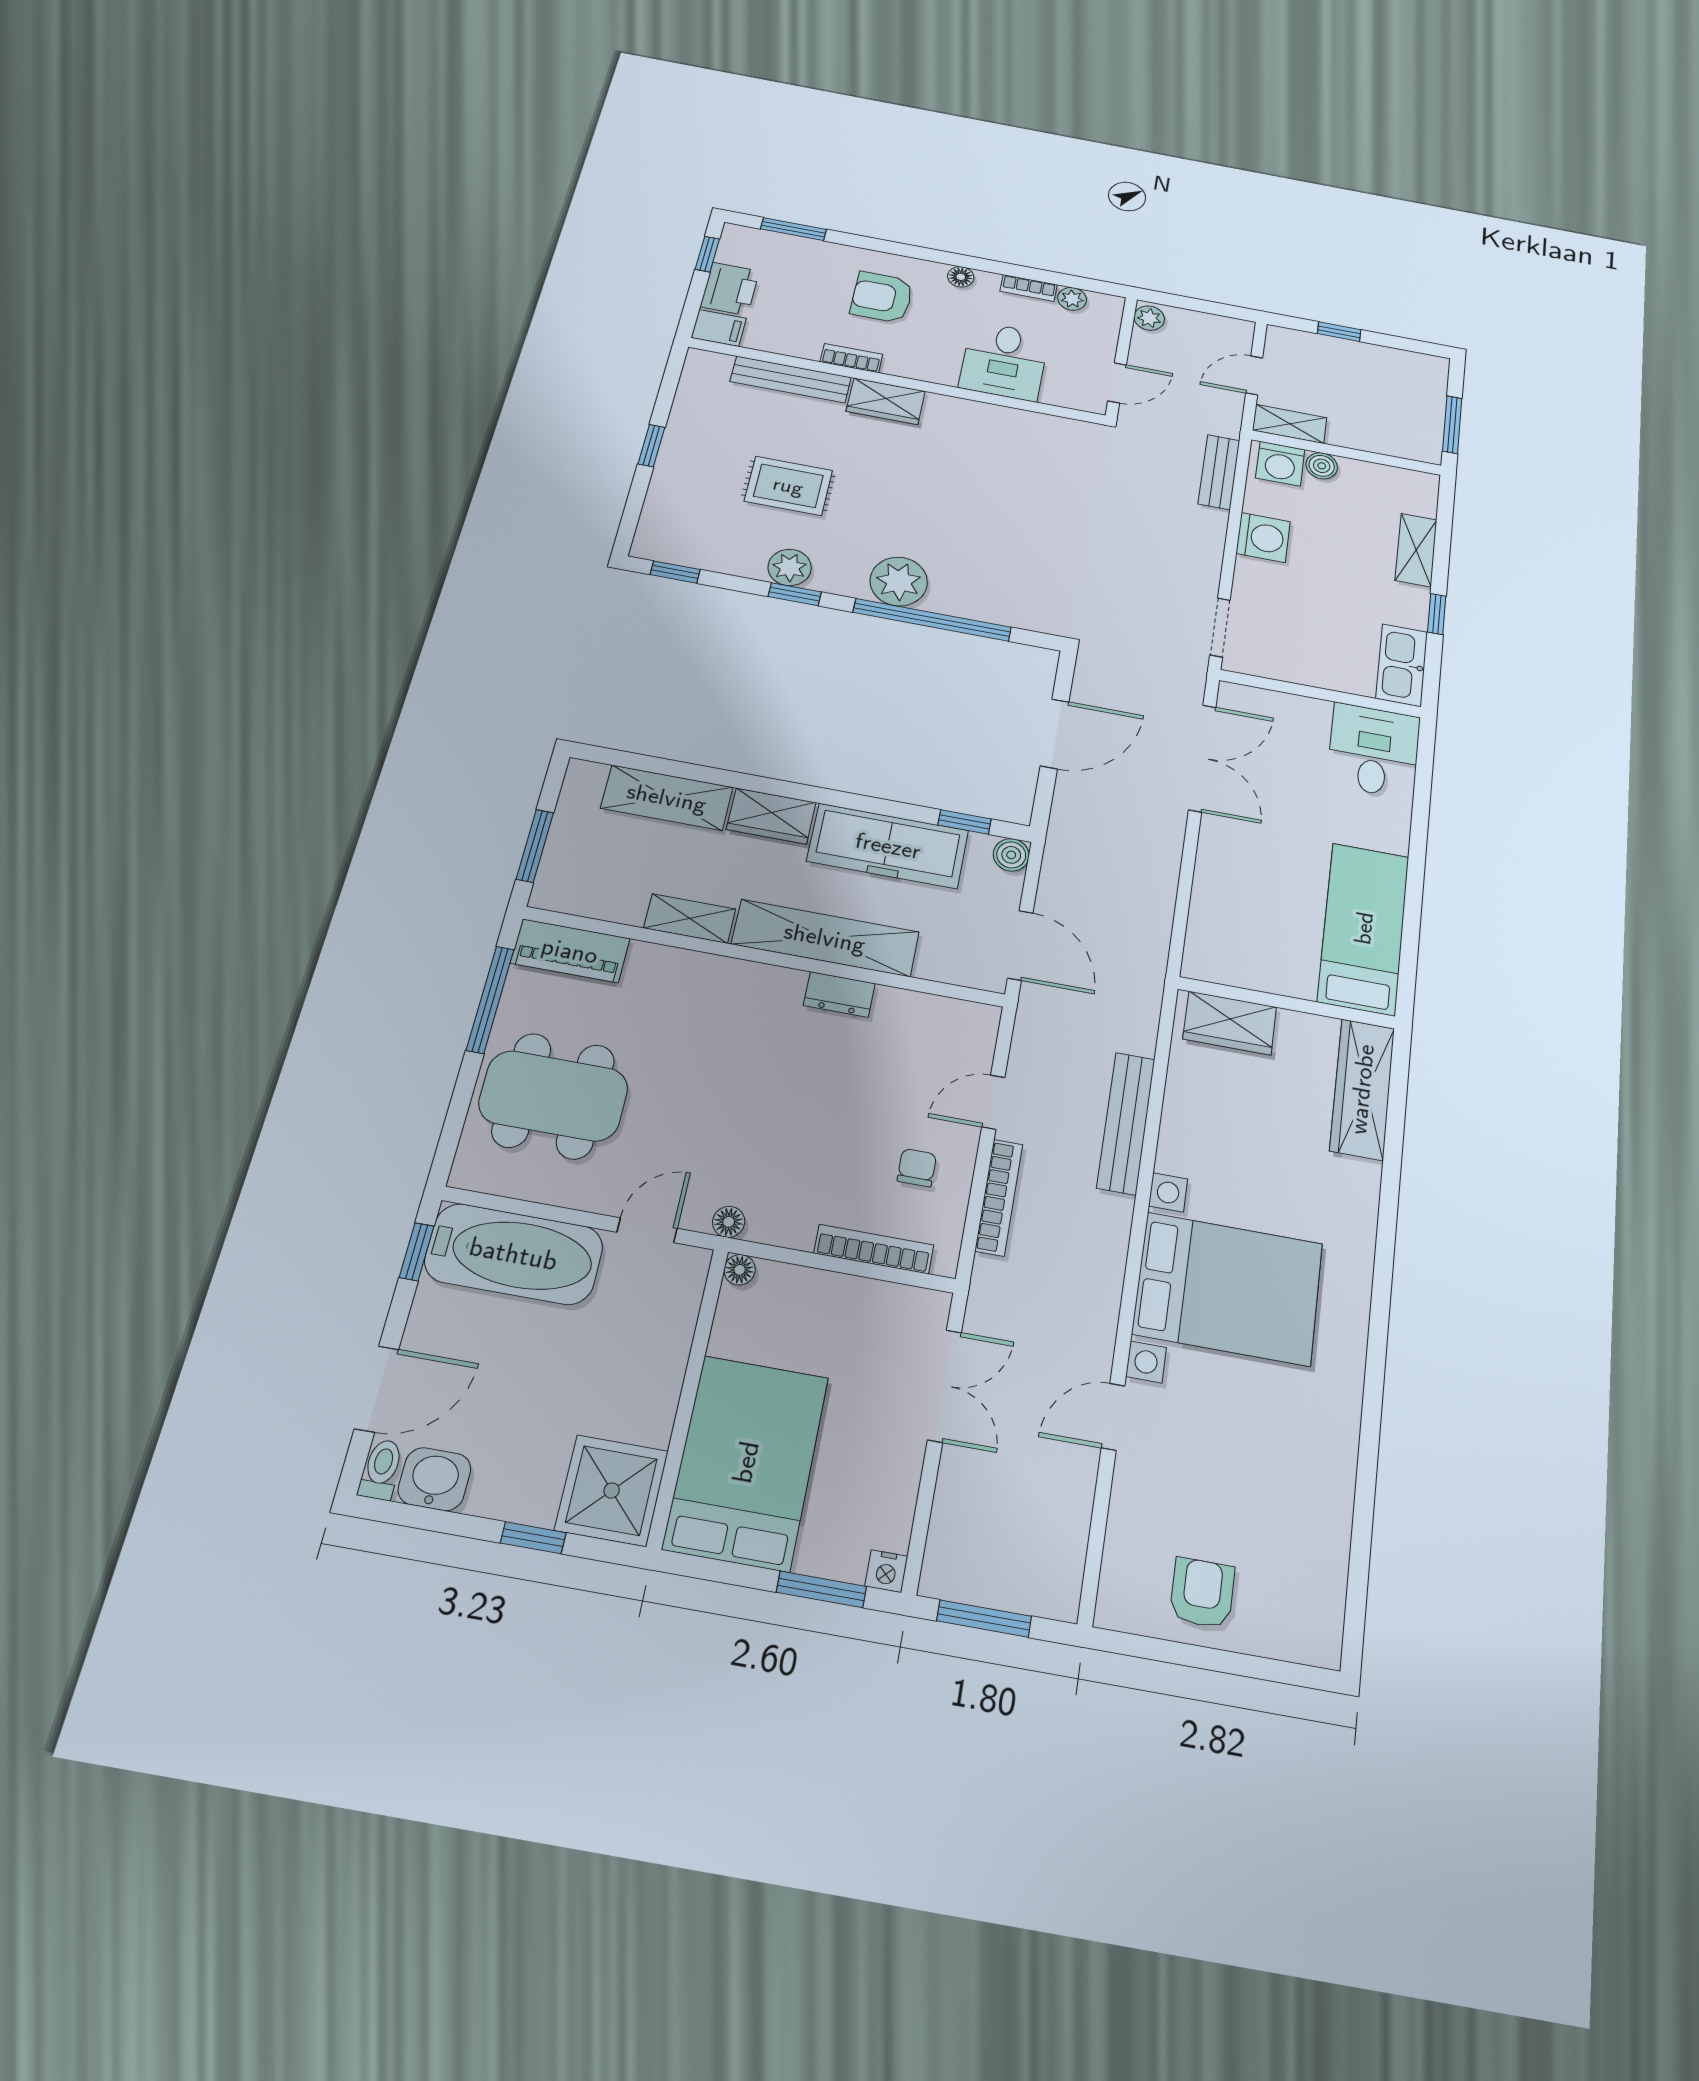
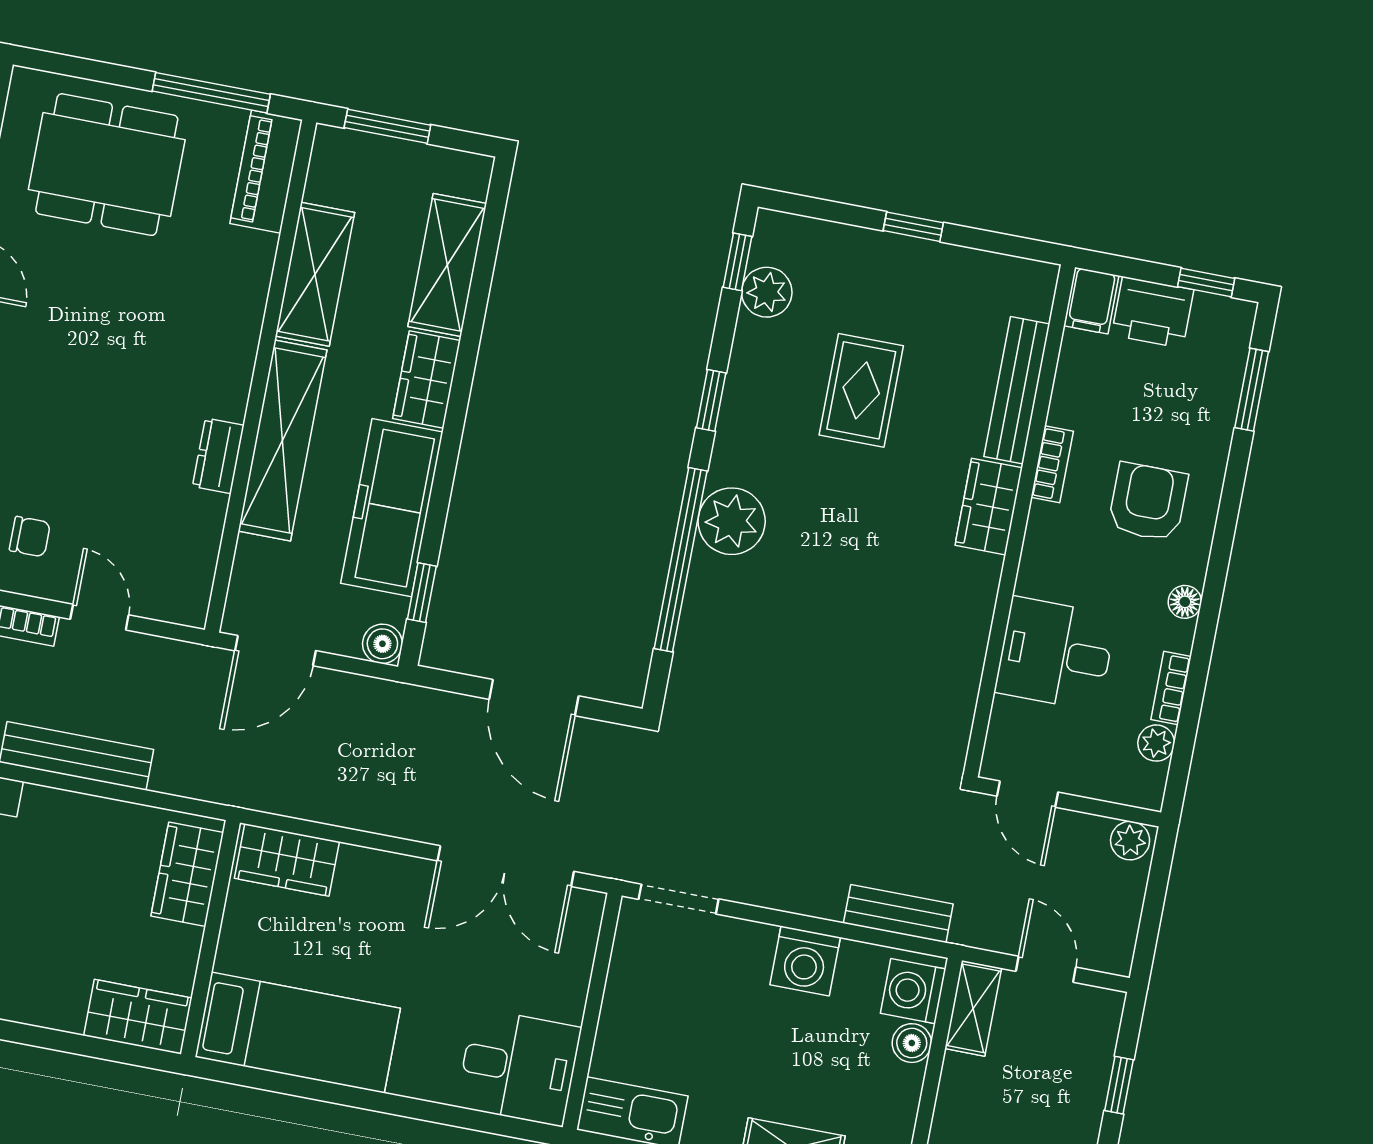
plant: (790, 567) -> (767, 292), moved
shelving: (690, 918) -> (315, 274), width x1.50, depth x1.33
wardrobe: (1210, 937) -> (287, 860), added
wardrobe: (1362, 1089) -> (138, 1017), width x0.67
dining table: (553, 1096) -> (107, 165), turned 90

